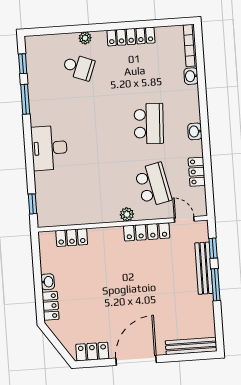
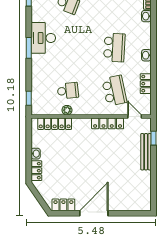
window: (25, 99) -> (29, 48), moved
desk: (49, 148) -> (43, 38), moved
school desk: (87, 189) -> (68, 91), added
plant: (127, 214) -> (67, 110), moved
locker: (72, 238) -> (55, 124), width x1.53
window: (216, 285) -> (153, 164), removed
bench: (191, 346) -> (133, 206), removed

